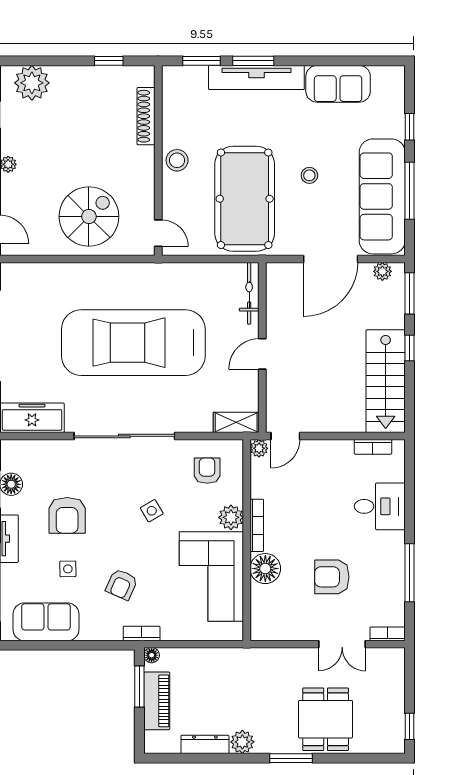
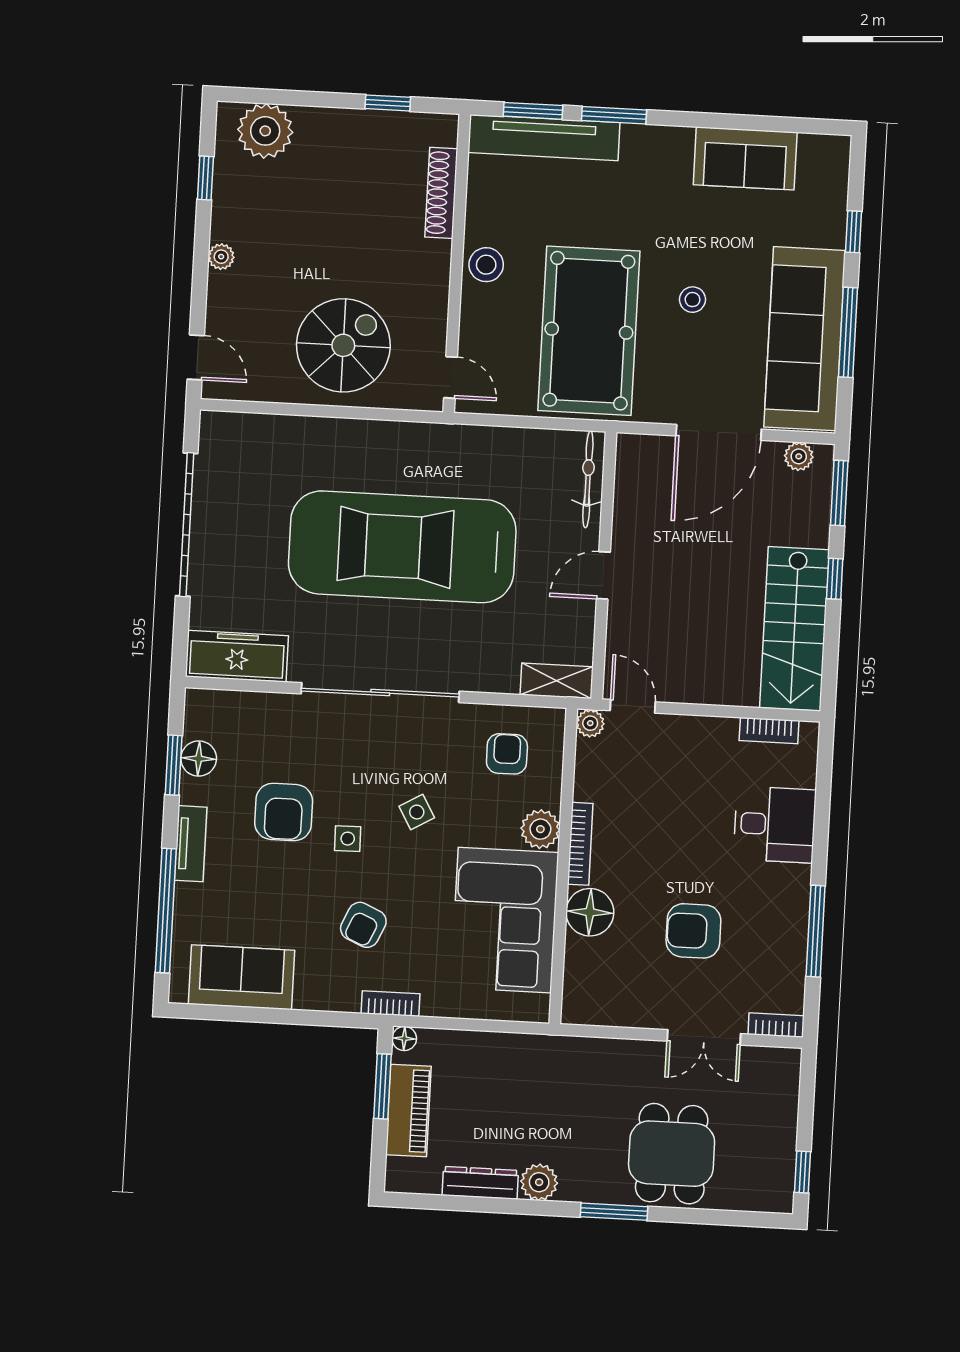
tv unit: (256, 77) -> (544, 138), moved
door: (285, 436) -> (633, 706), swing flipped
side table: (68, 569) -> (348, 839), moved

